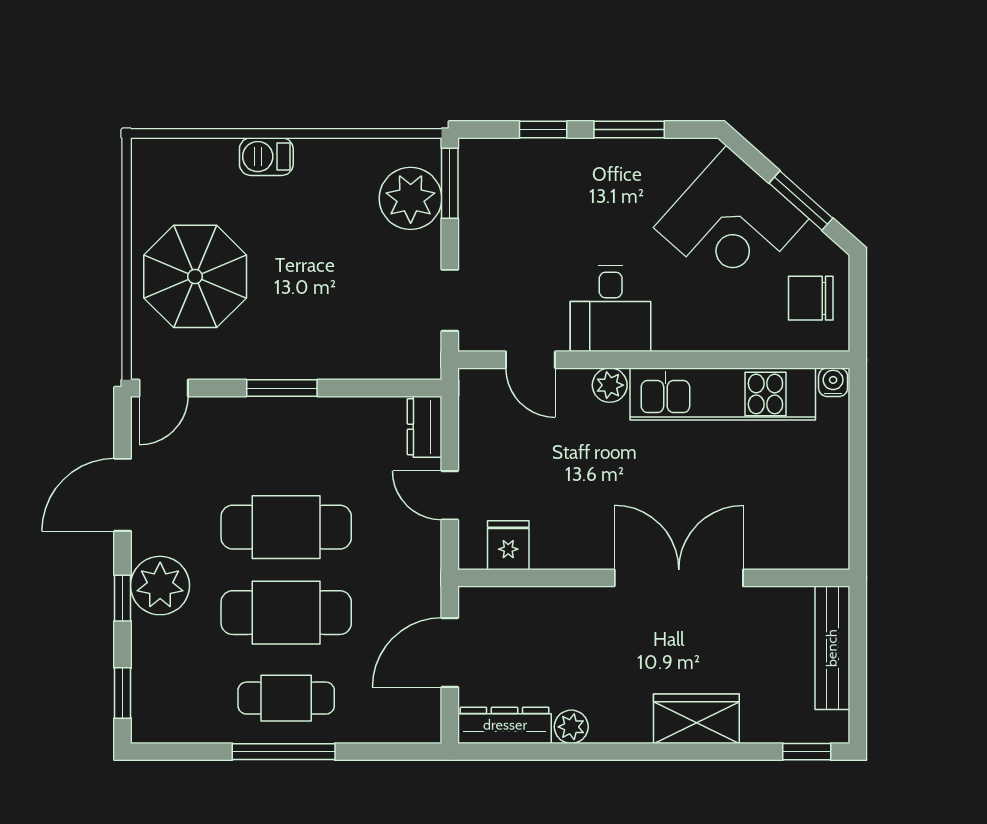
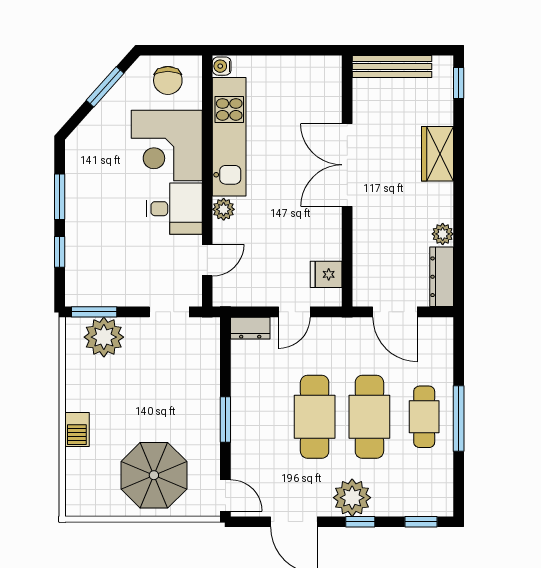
corner desk: (731, 223) -> (167, 146), moved, turned 138

